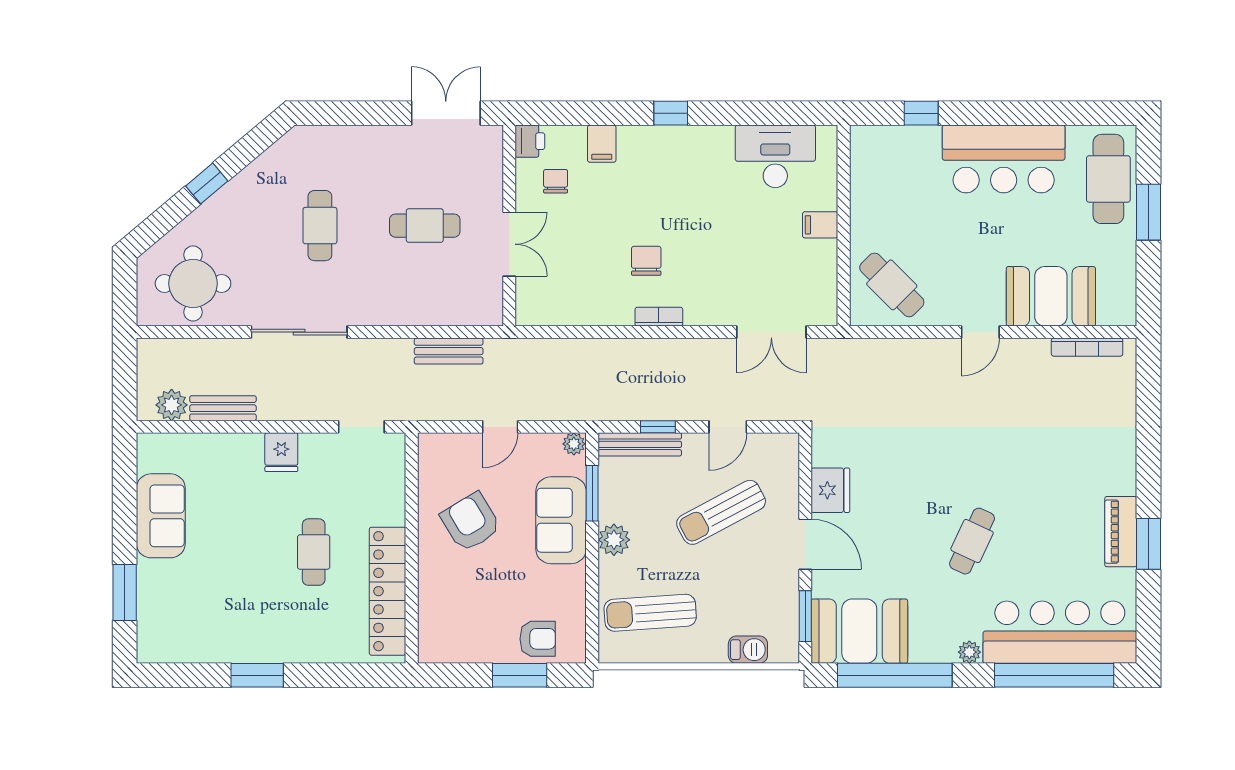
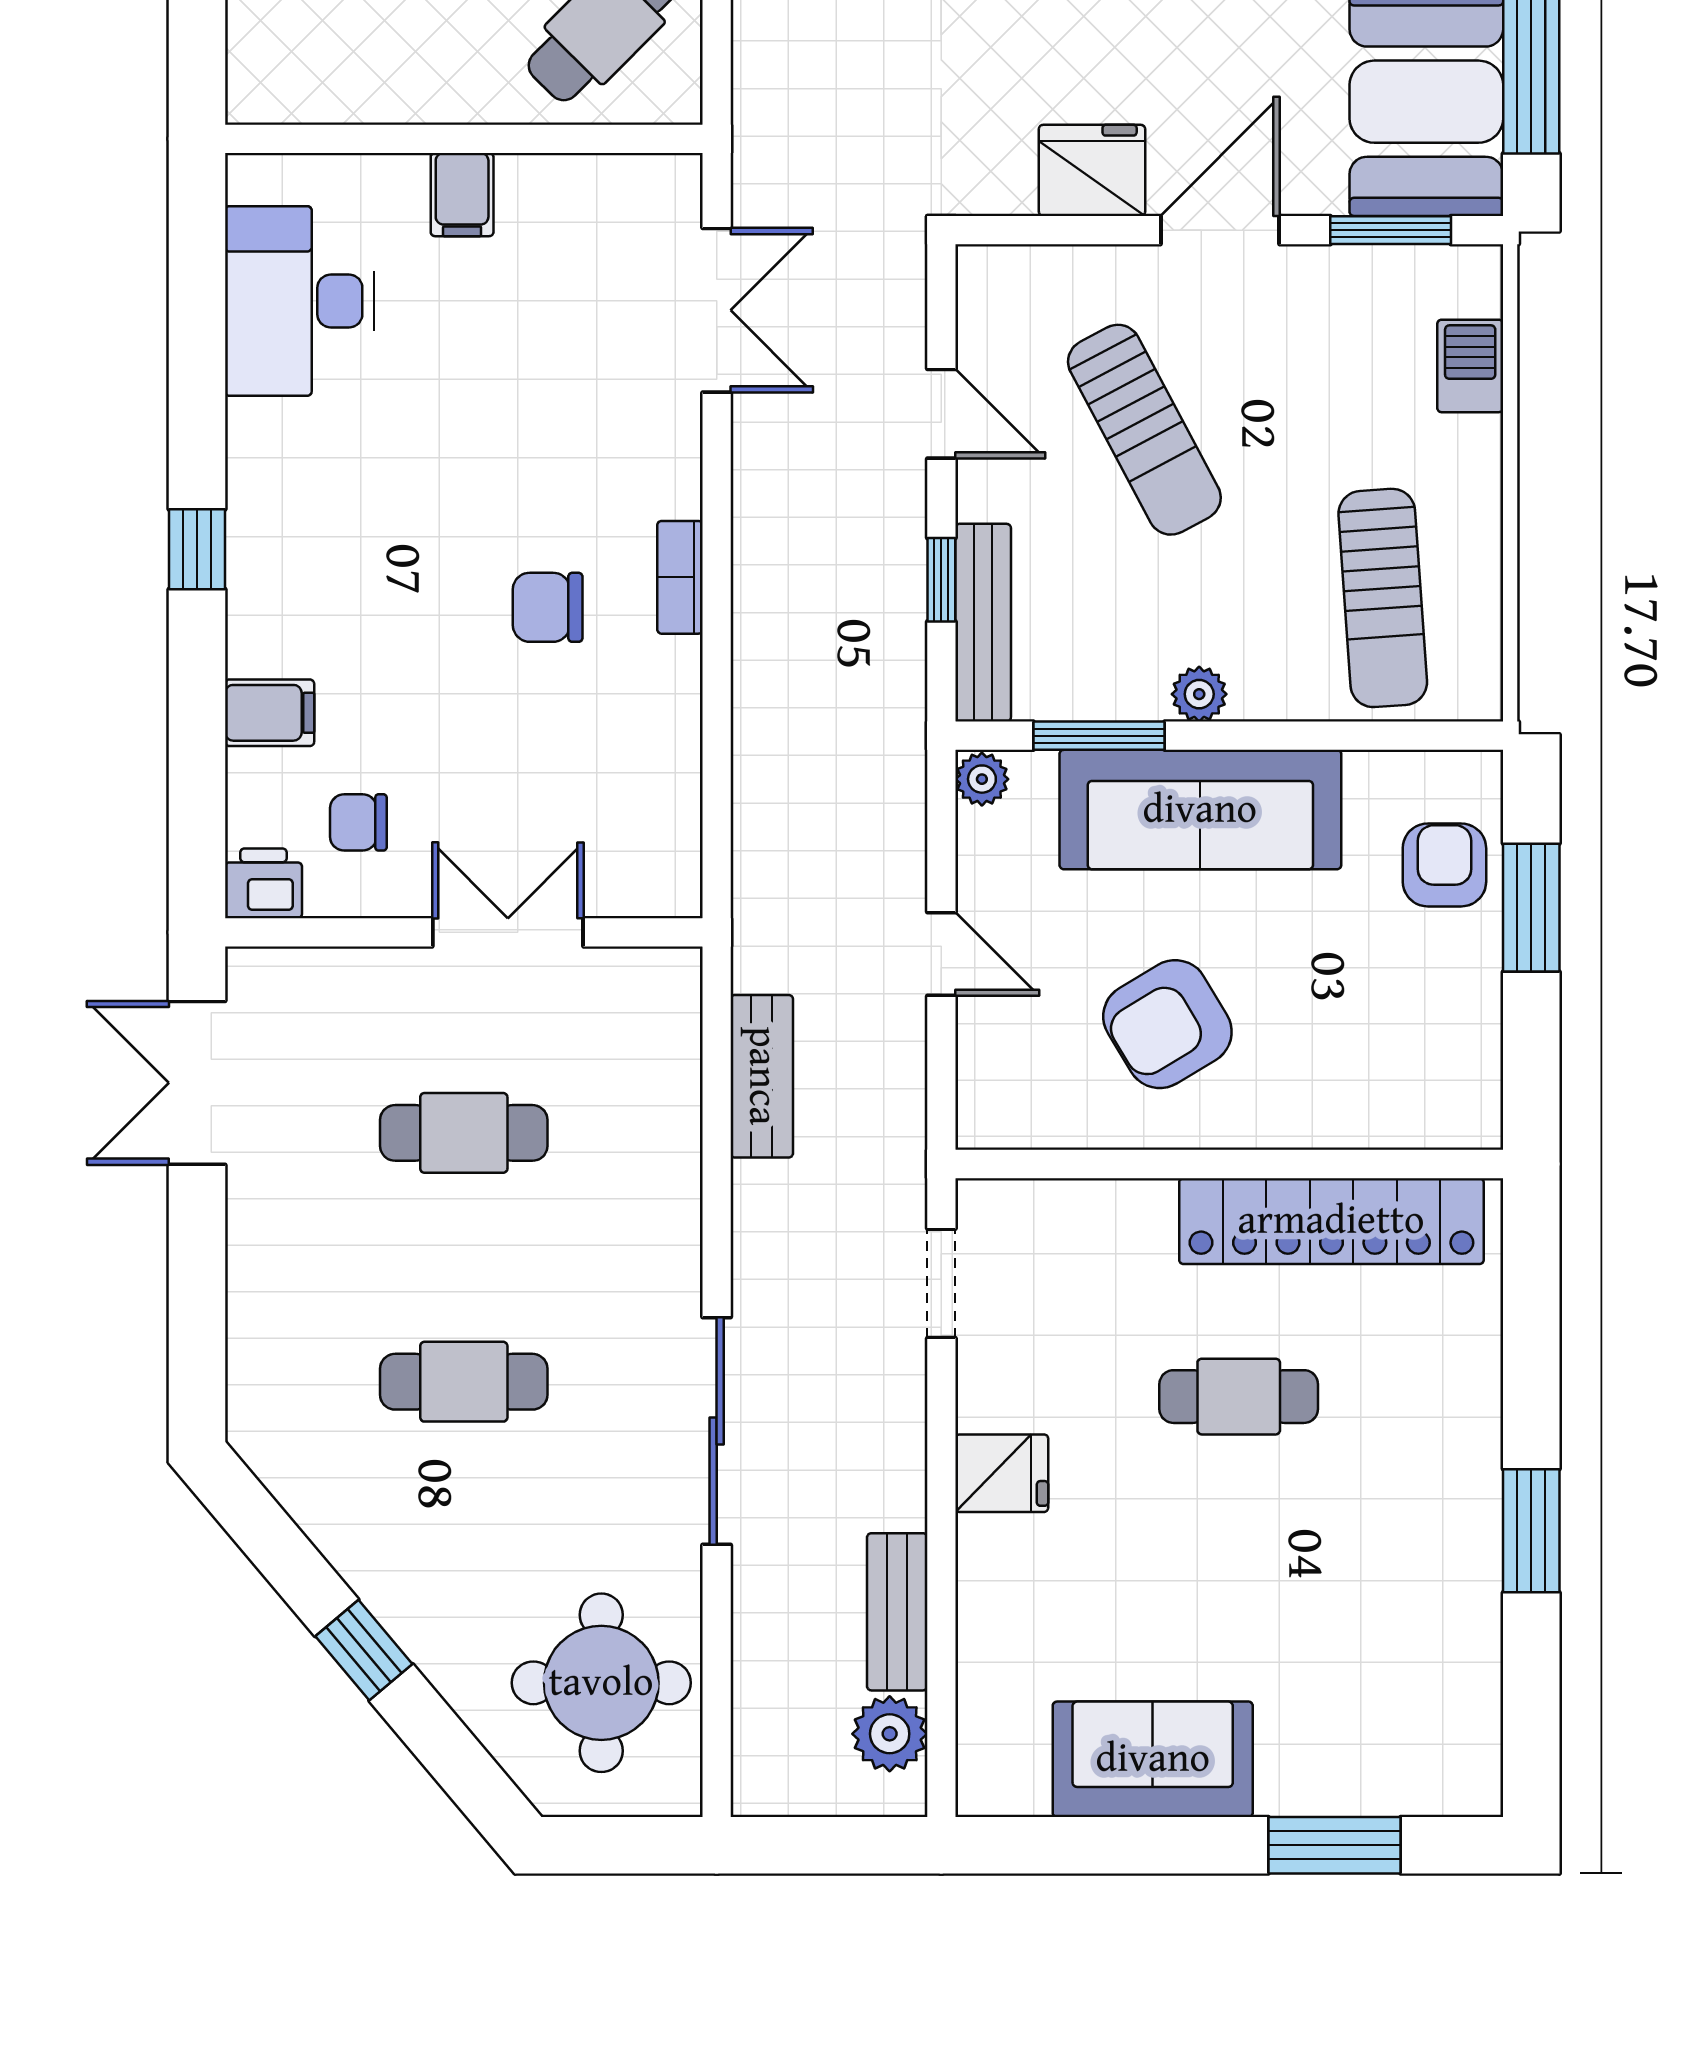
cafe table: (425, 226) -> (464, 1133), turned 90
sofa: (561, 520) -> (1200, 810), width x1.36
plant: (614, 540) -> (1199, 694), width x0.73, depth x0.73

